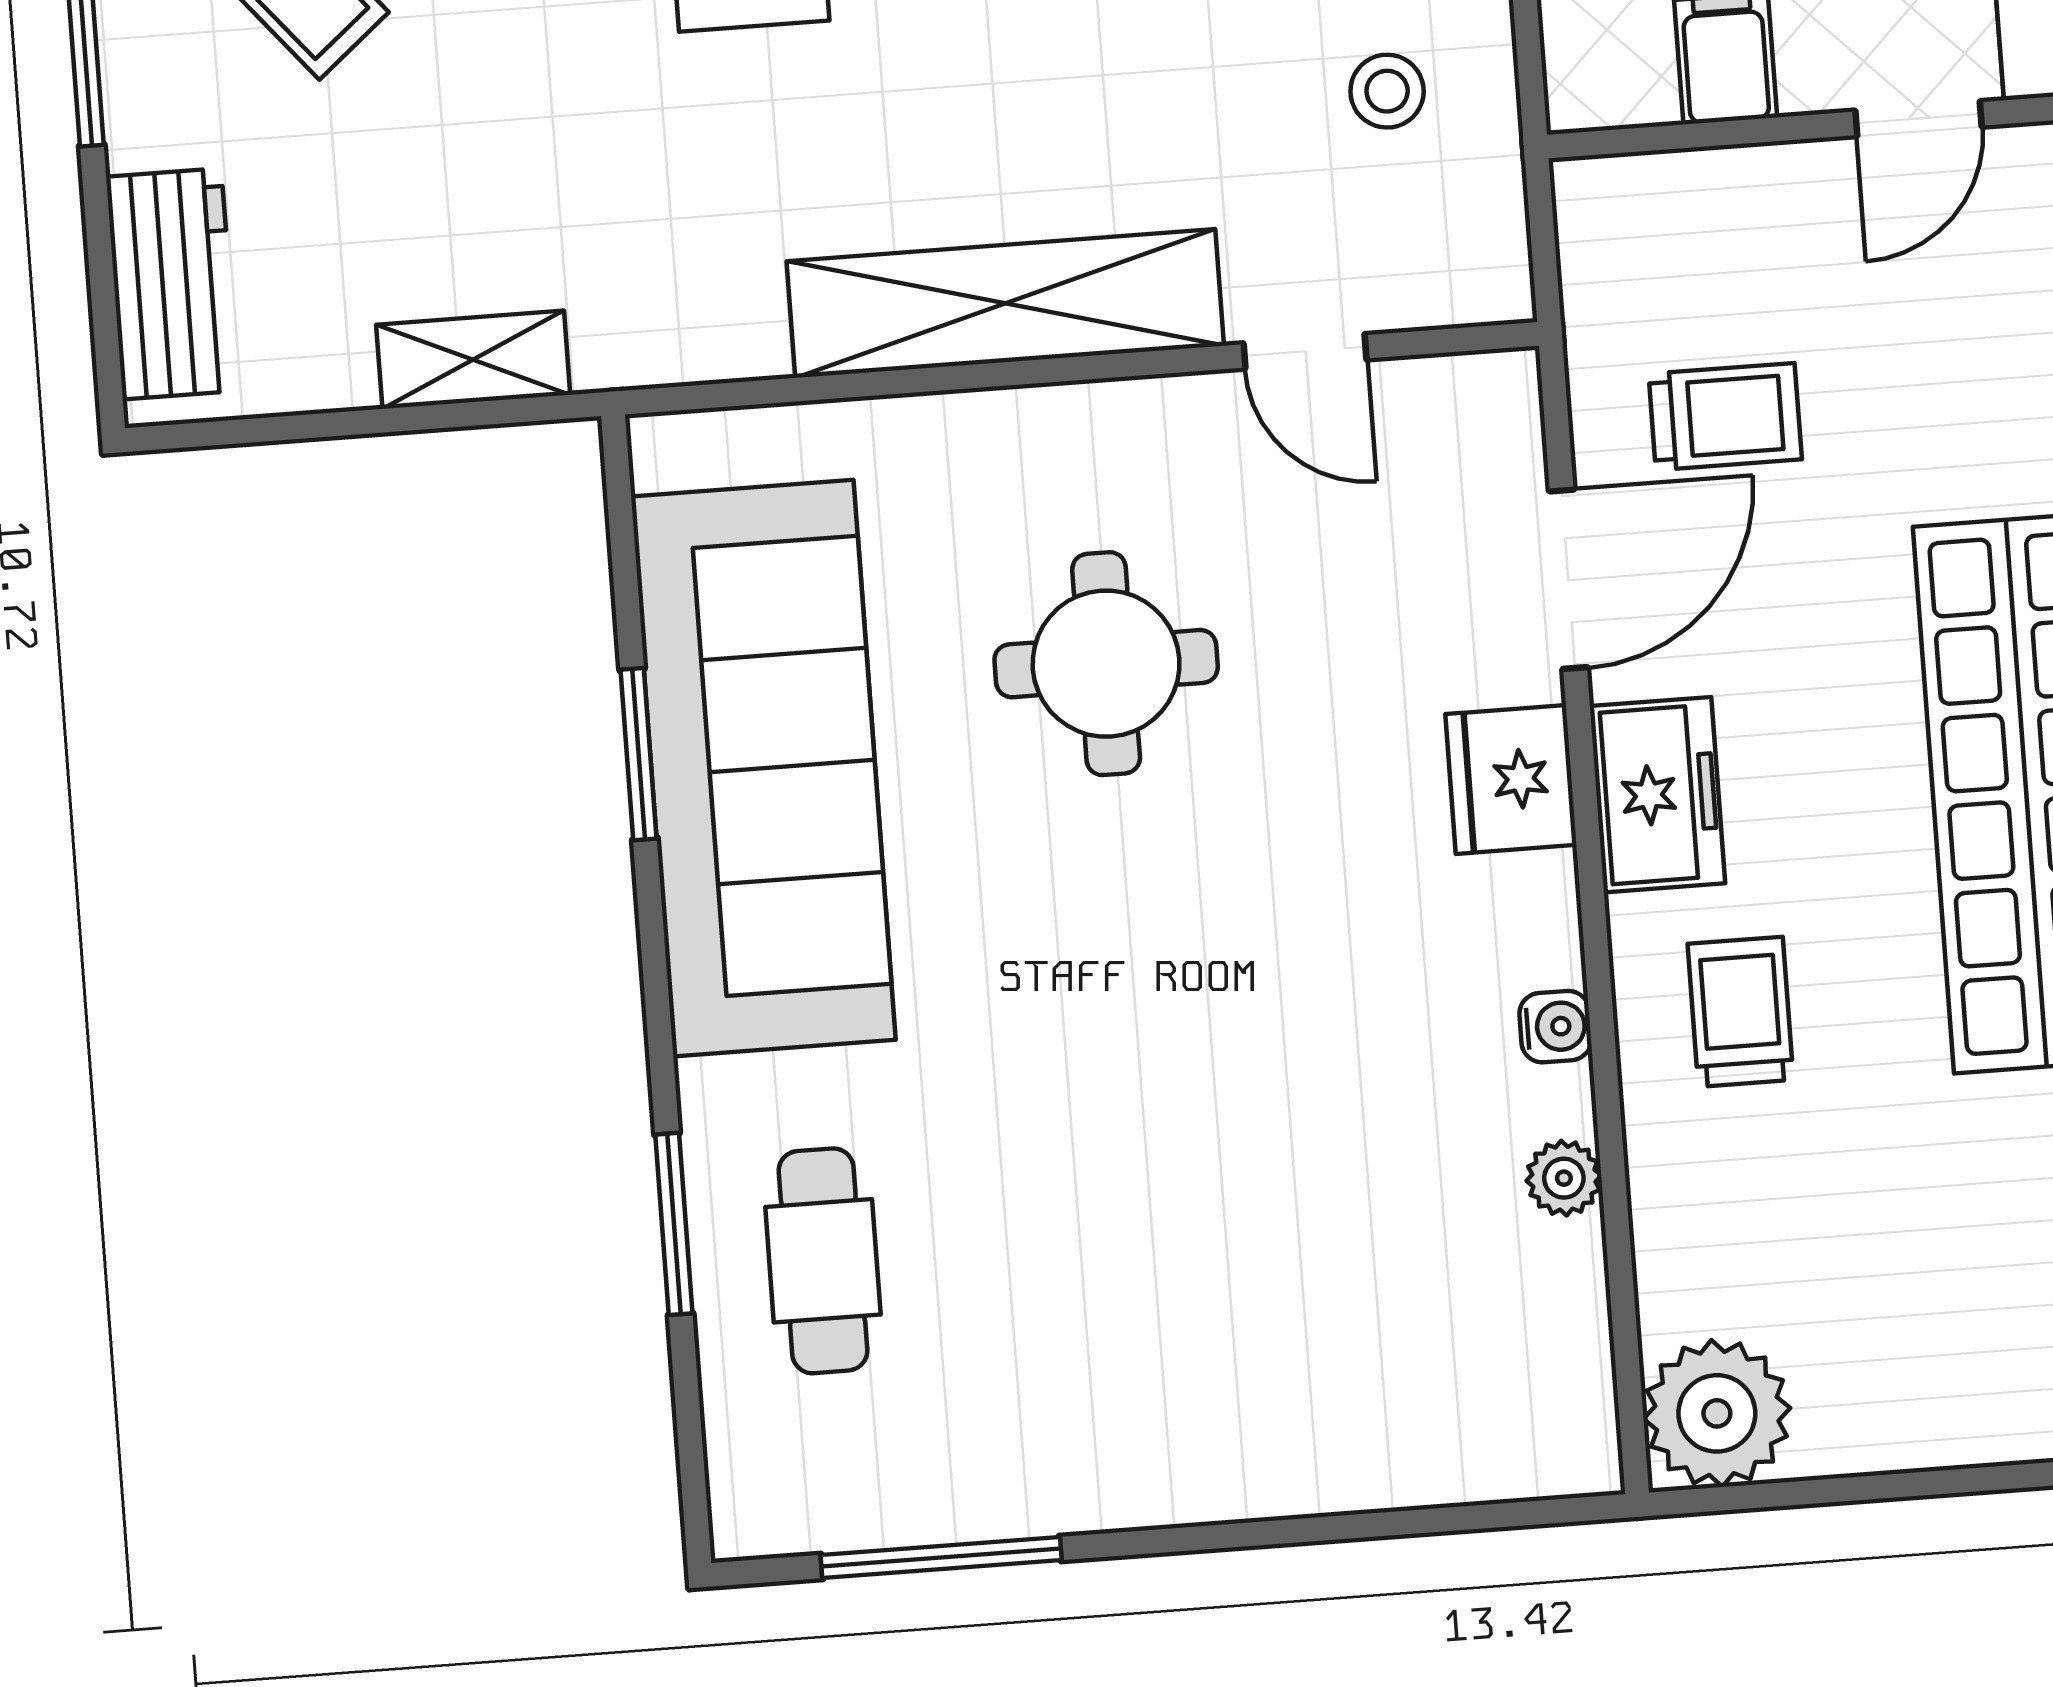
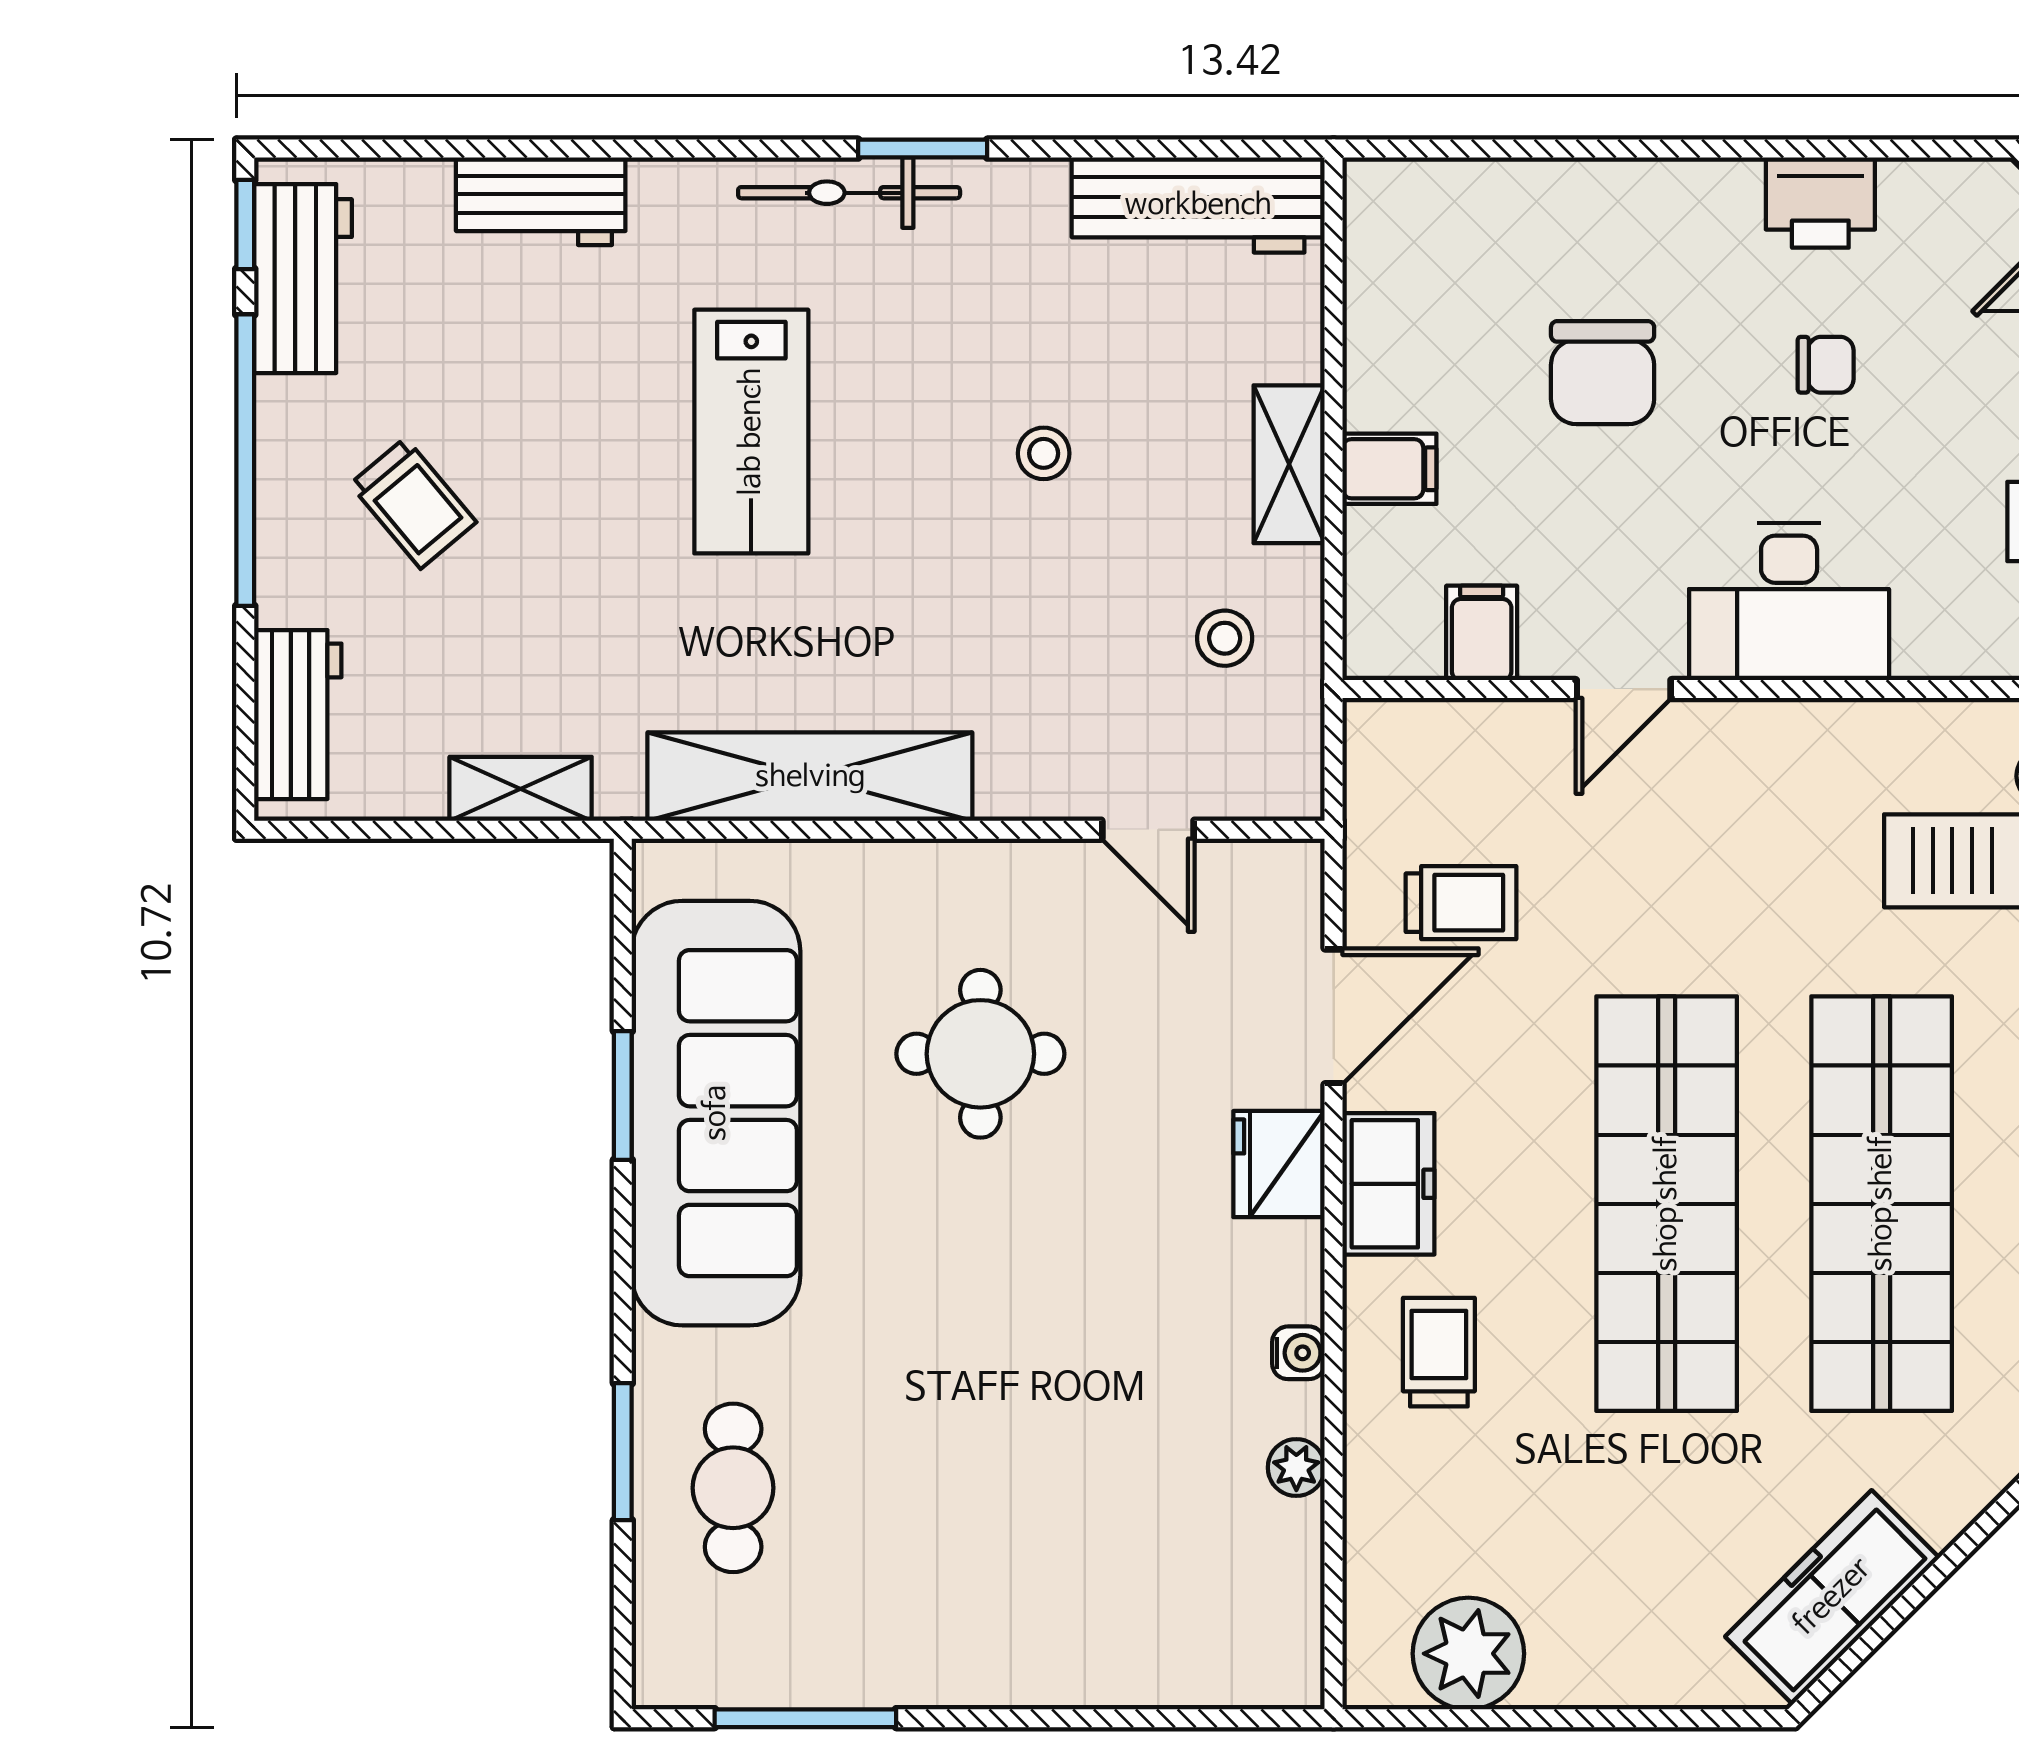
shelving: (1005, 303) -> (810, 777), moved
plant: (1717, 1413) -> (1468, 1654), moved

